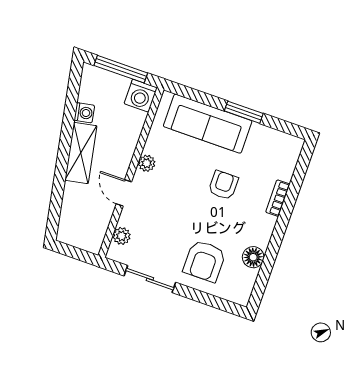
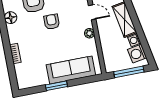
washing machine: (141, 96) -> (137, 54), moved, turned -101
armchair: (223, 185) -> (52, 22), moved, turned 180

